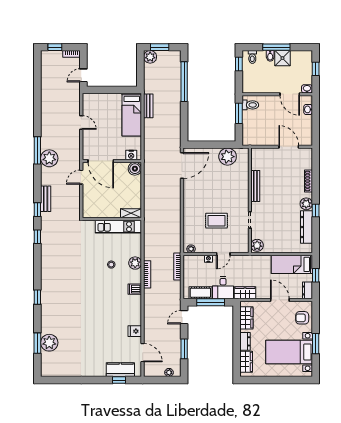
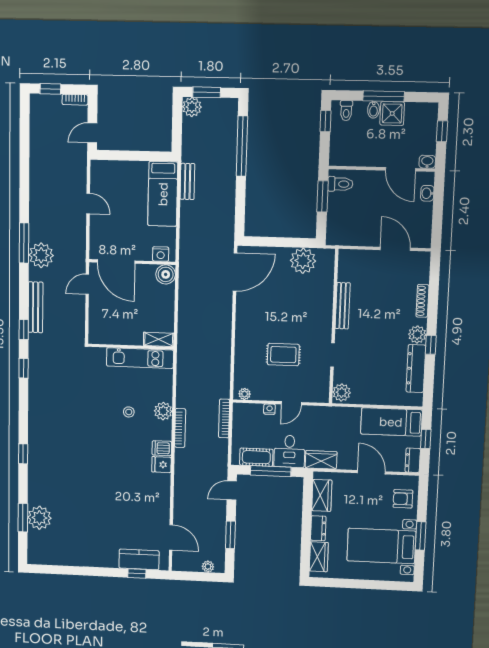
bench: (46, 199) -> (36, 307), width x1.36
fridge: (135, 331) -> (162, 465), moved

